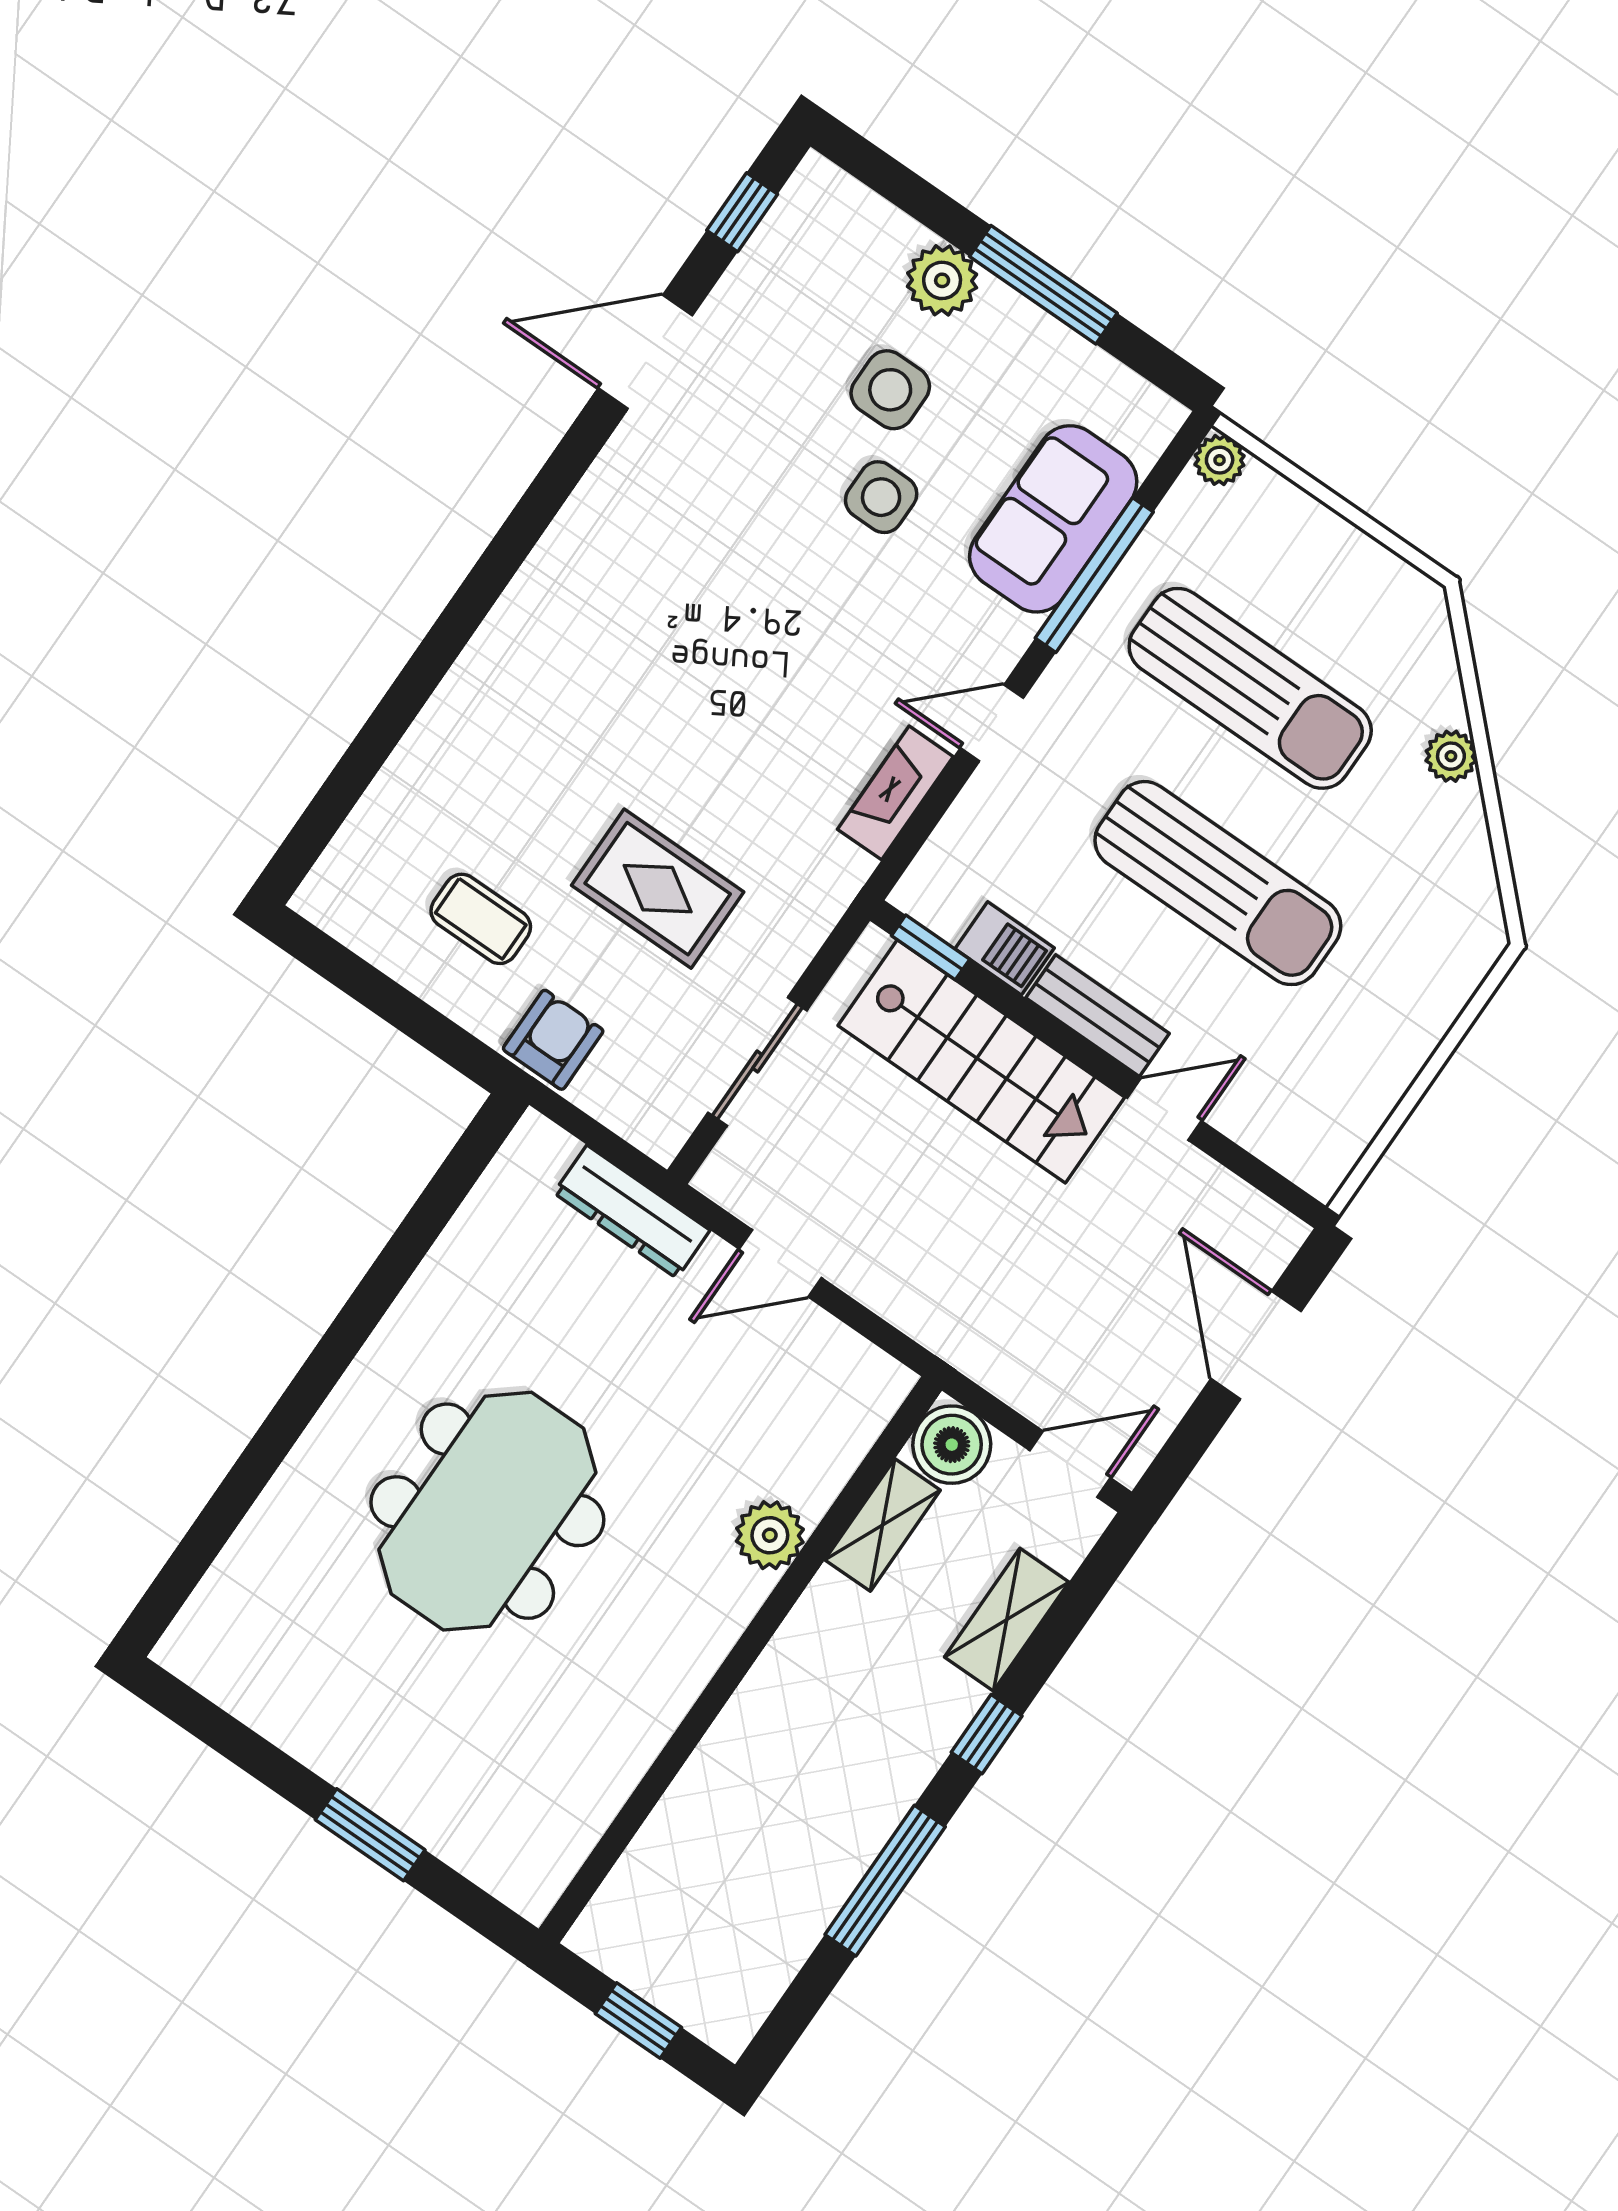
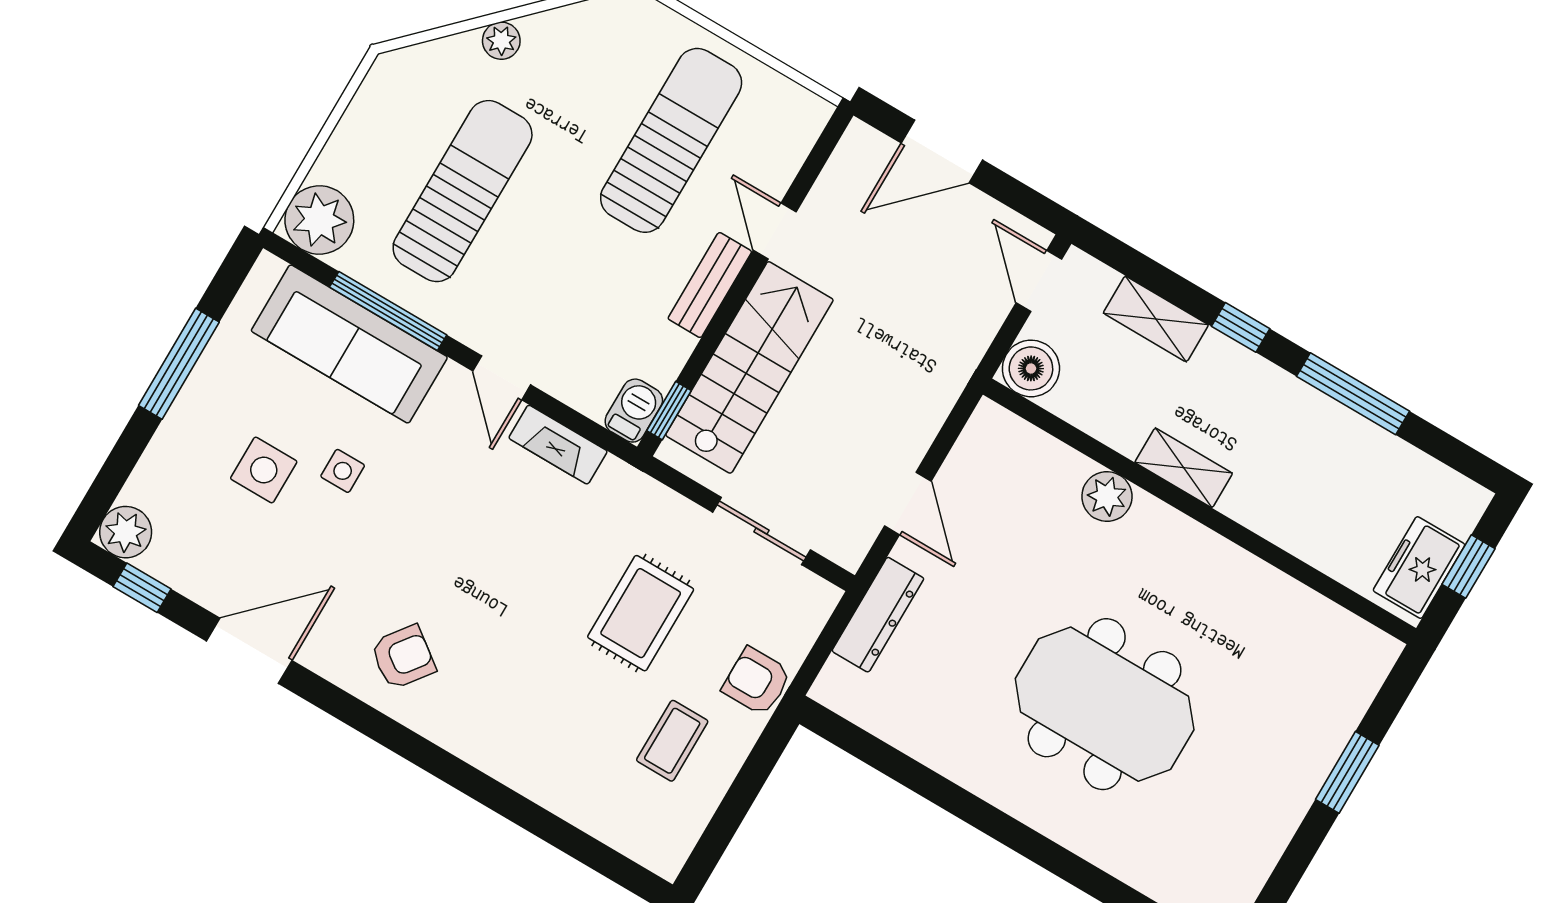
plant: (942, 280) -> (126, 532), moved
door: (645, 352) -> (249, 651), swing flipped
plant: (1220, 460) -> (319, 220), width x1.88, depth x1.88
side table: (881, 497) -> (343, 471), width x0.73, depth x0.73
sofa: (1053, 519) -> (349, 344), width x1.36
armchair: (621, 561) -> (403, 657), added
sun lounger: (1218, 883) -> (671, 140), moved
barbecue: (1005, 948) -> (634, 411), moved
shelving: (883, 1525) -> (1184, 468), moved
freezer: (642, 1953) -> (1419, 568), added

